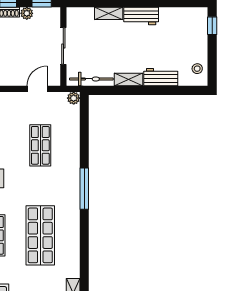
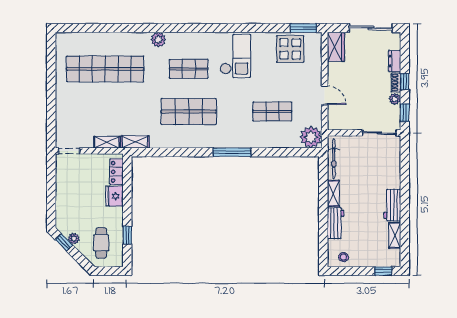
shelving: (109, 13) -> (395, 235), moved
sliding door: (63, 46) -> (379, 133), moved
door: (37, 89) -> (325, 95), moved
plant: (74, 98) -> (311, 137), width x1.88, depth x1.88

